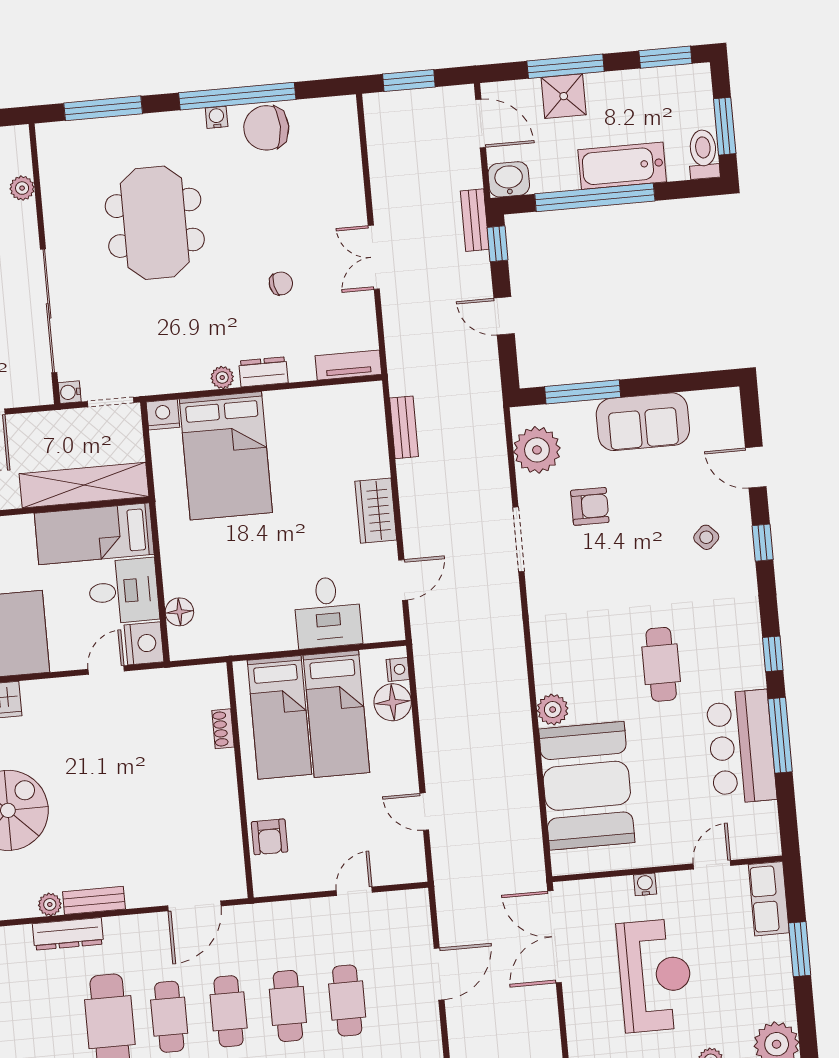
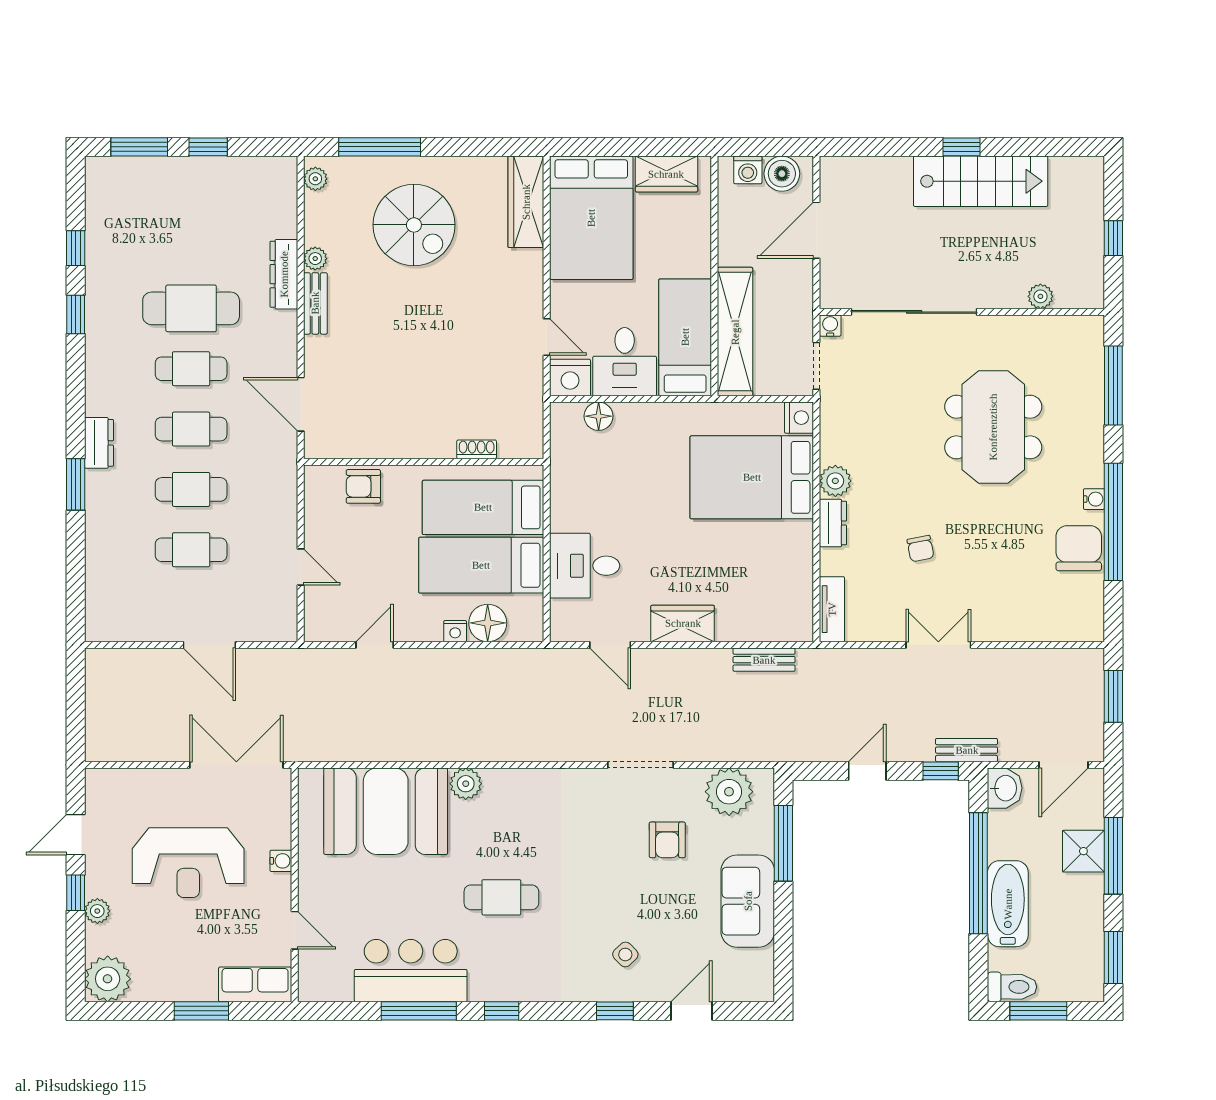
meeting table: (155, 223) -> (993, 427), turned 90
plant: (222, 378) -> (835, 481), width x1.38, depth x1.38
nightstand: (398, 669) -> (455, 631), moved

